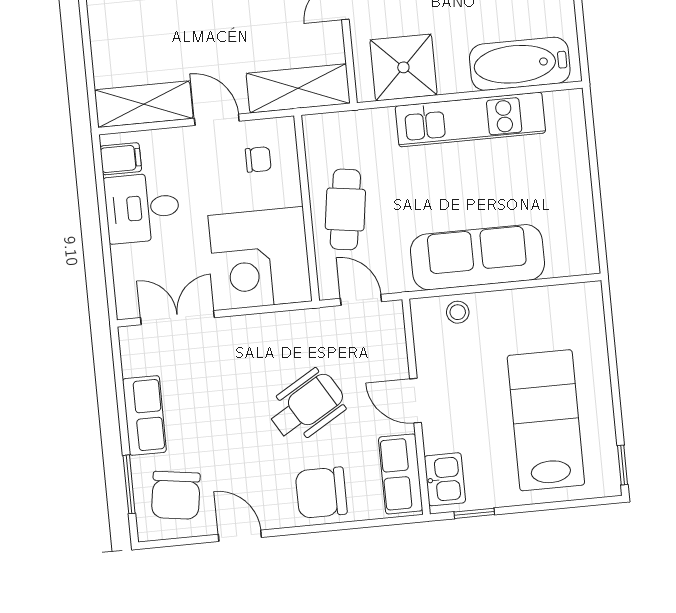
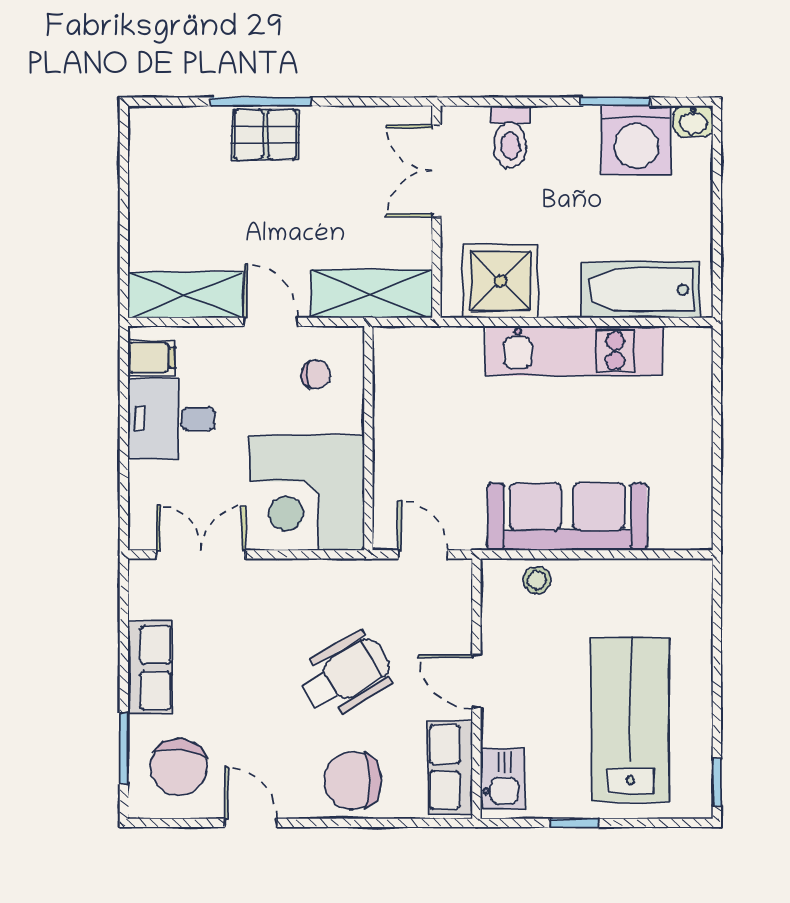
cafe table: (345, 209) -> (414, 444), removed
window: (474, 513) -> (574, 823), moved

